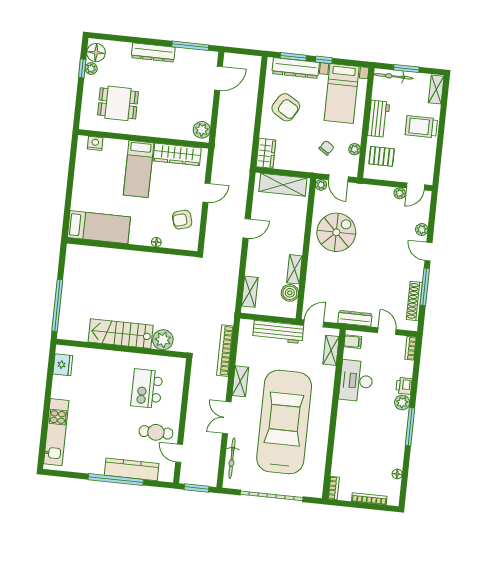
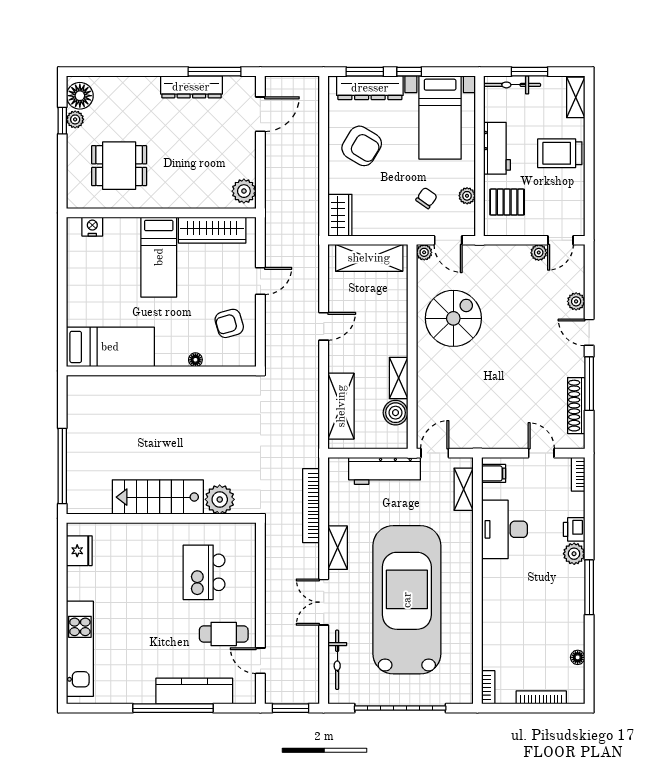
dresser: (153, 52) -> (191, 87), moved
shelving: (250, 292) -> (341, 406), width x1.50, depth x1.33
dresser: (355, 318) -> (493, 439), removed

